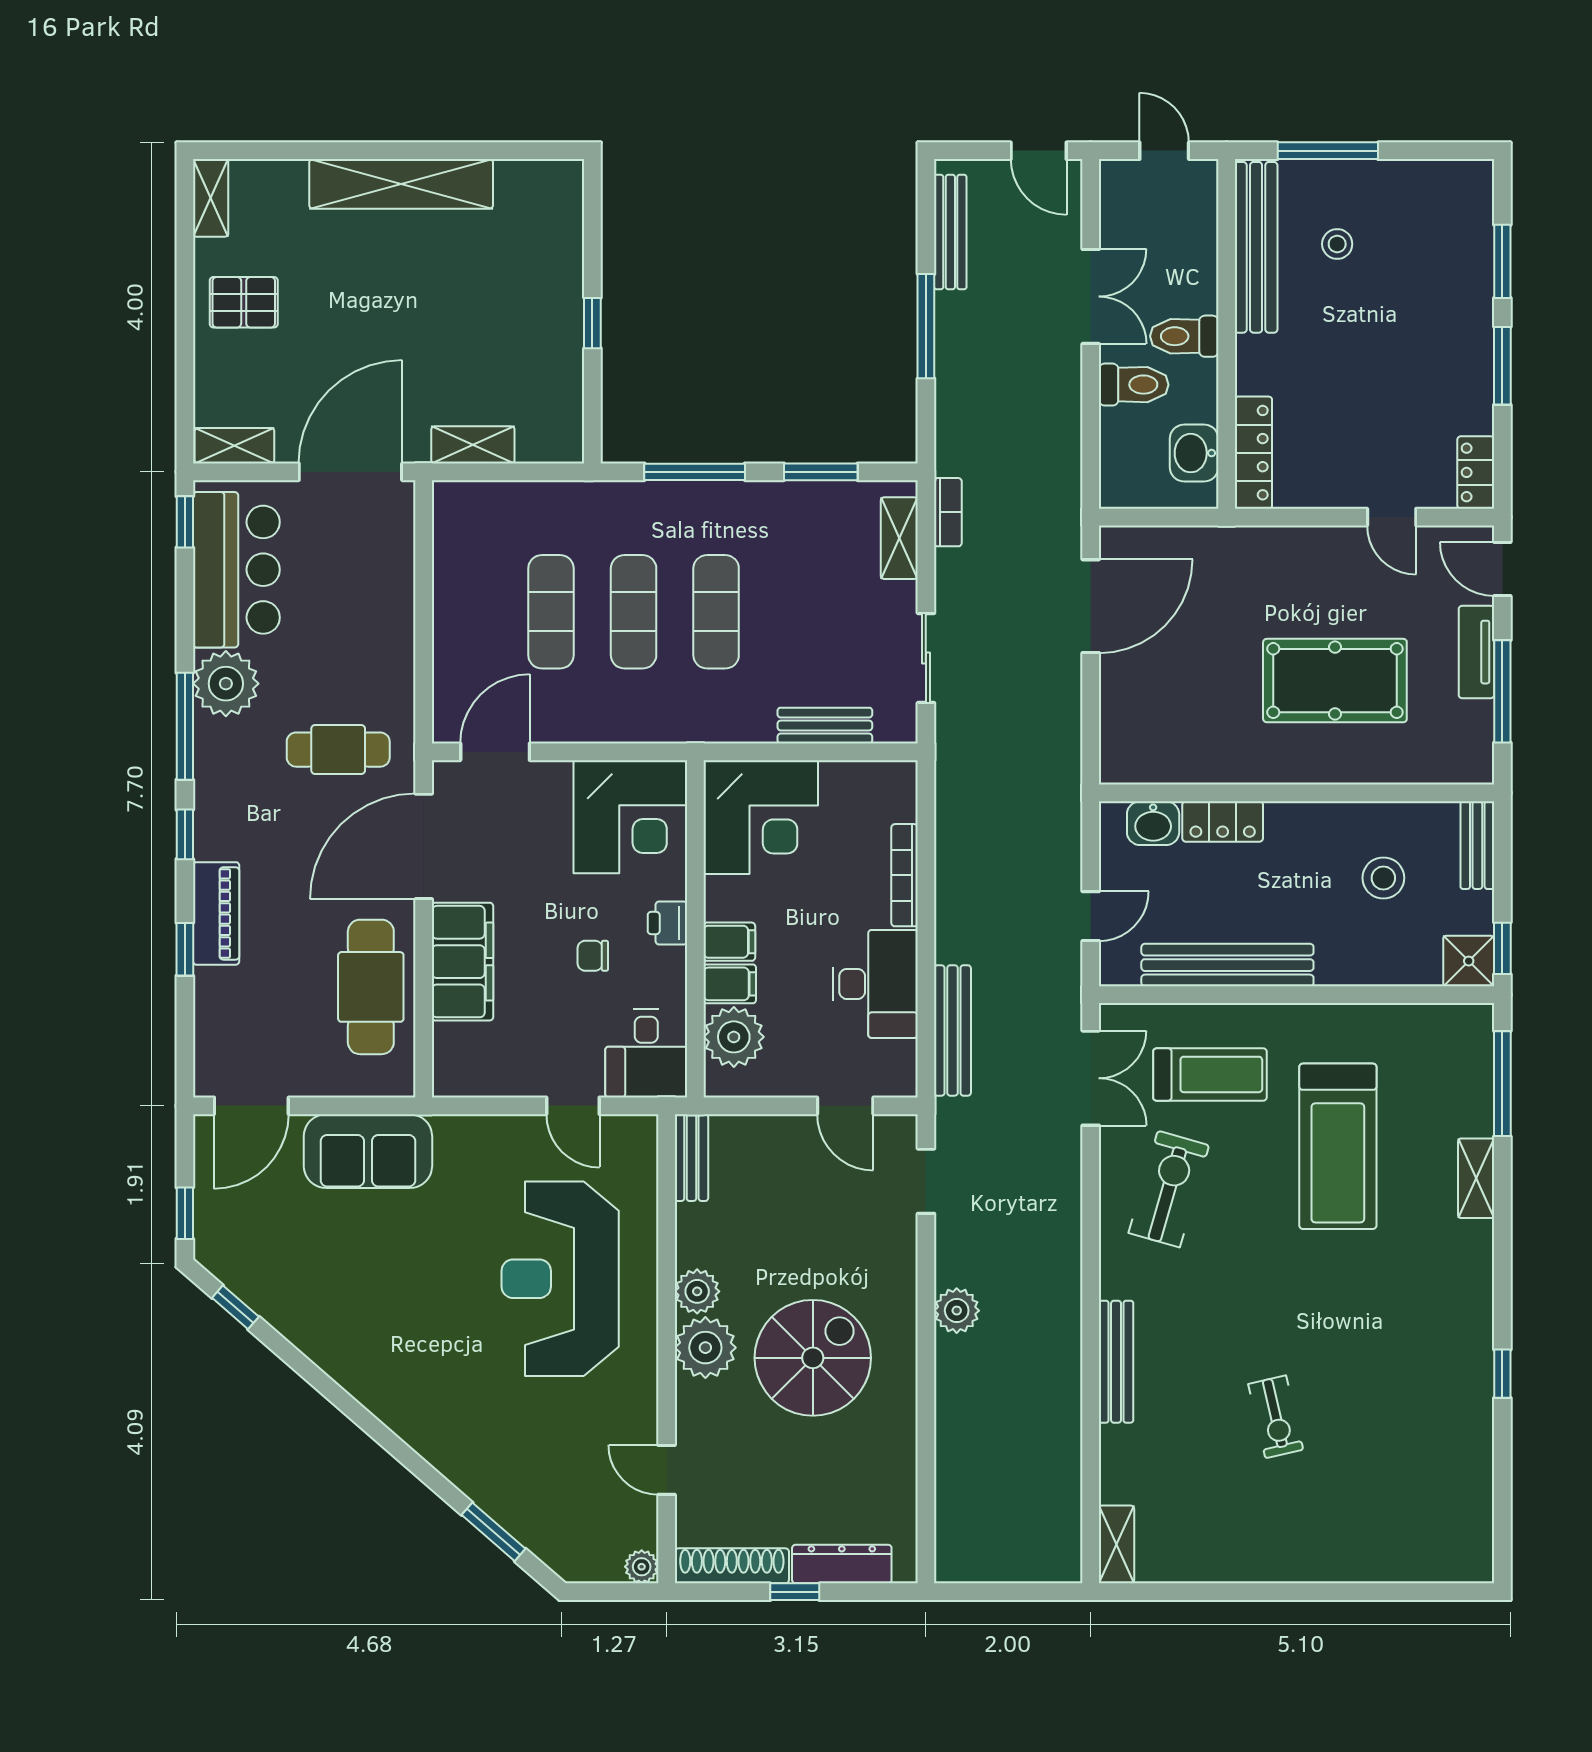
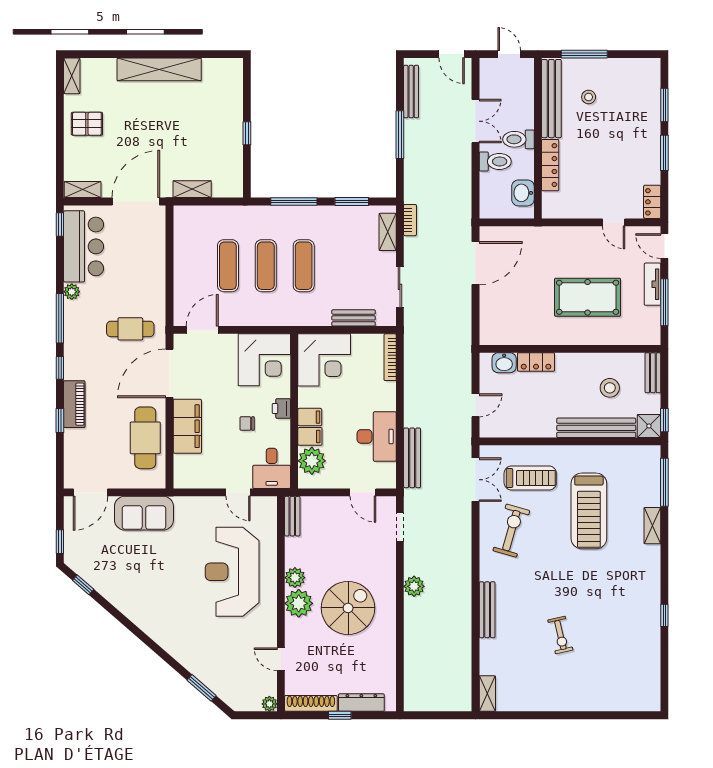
locker: (1253, 453) -> (550, 165), moved
plant: (226, 684) -> (72, 292), width x0.53, depth x0.53
bookcase: (905, 875) -> (390, 357), moved
bench: (1227, 965) -> (596, 428), moved

